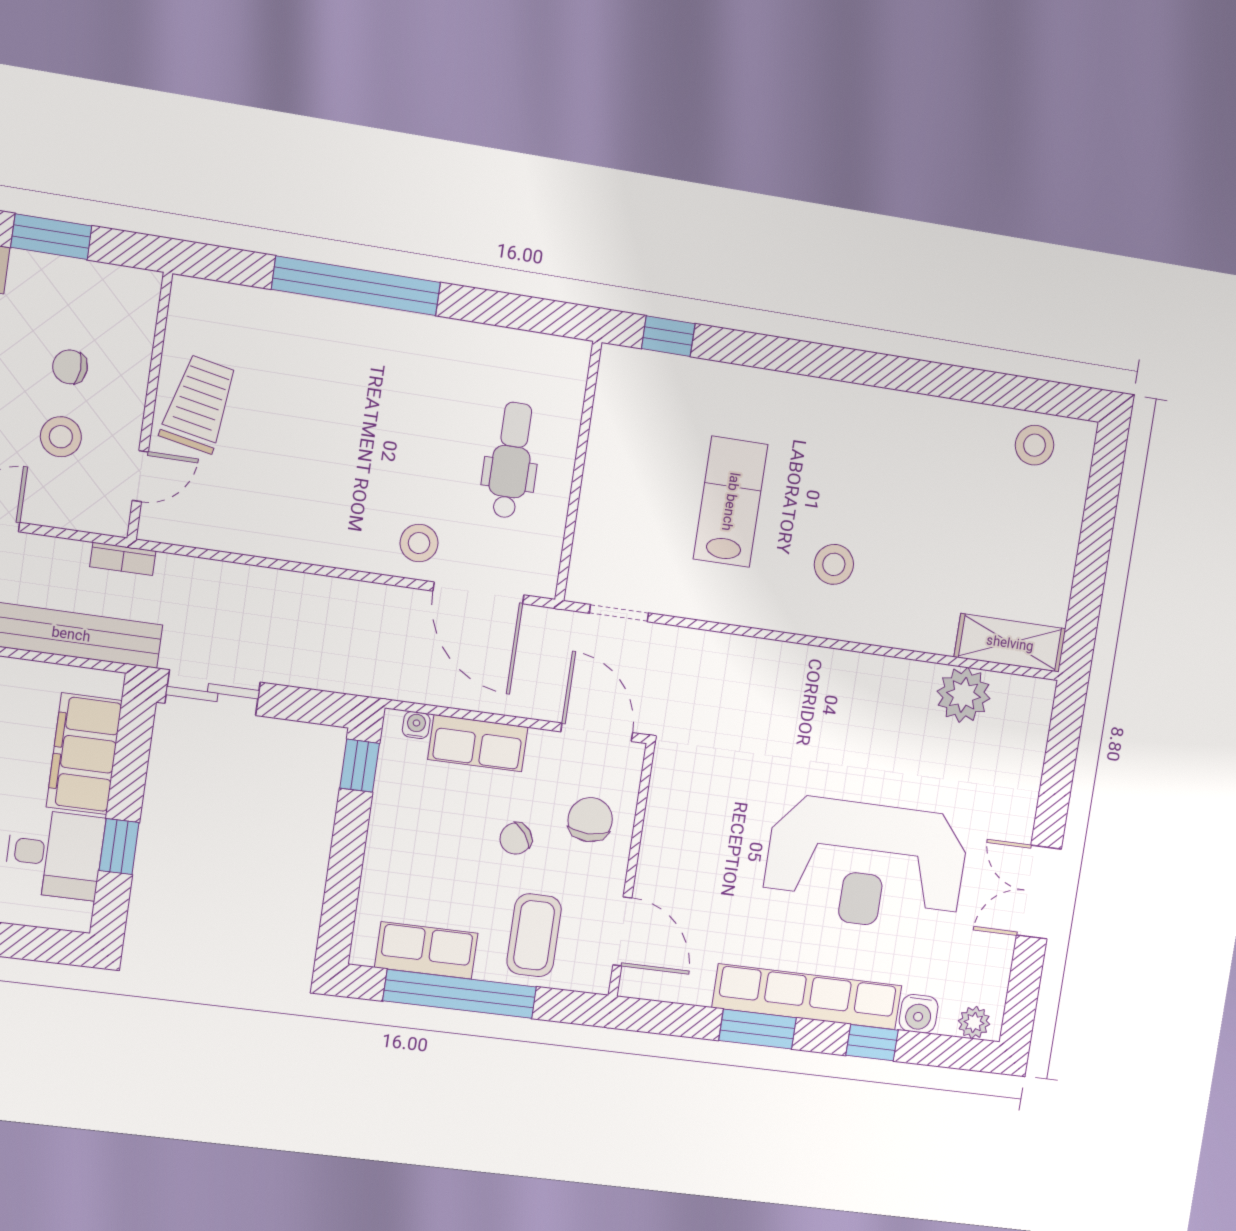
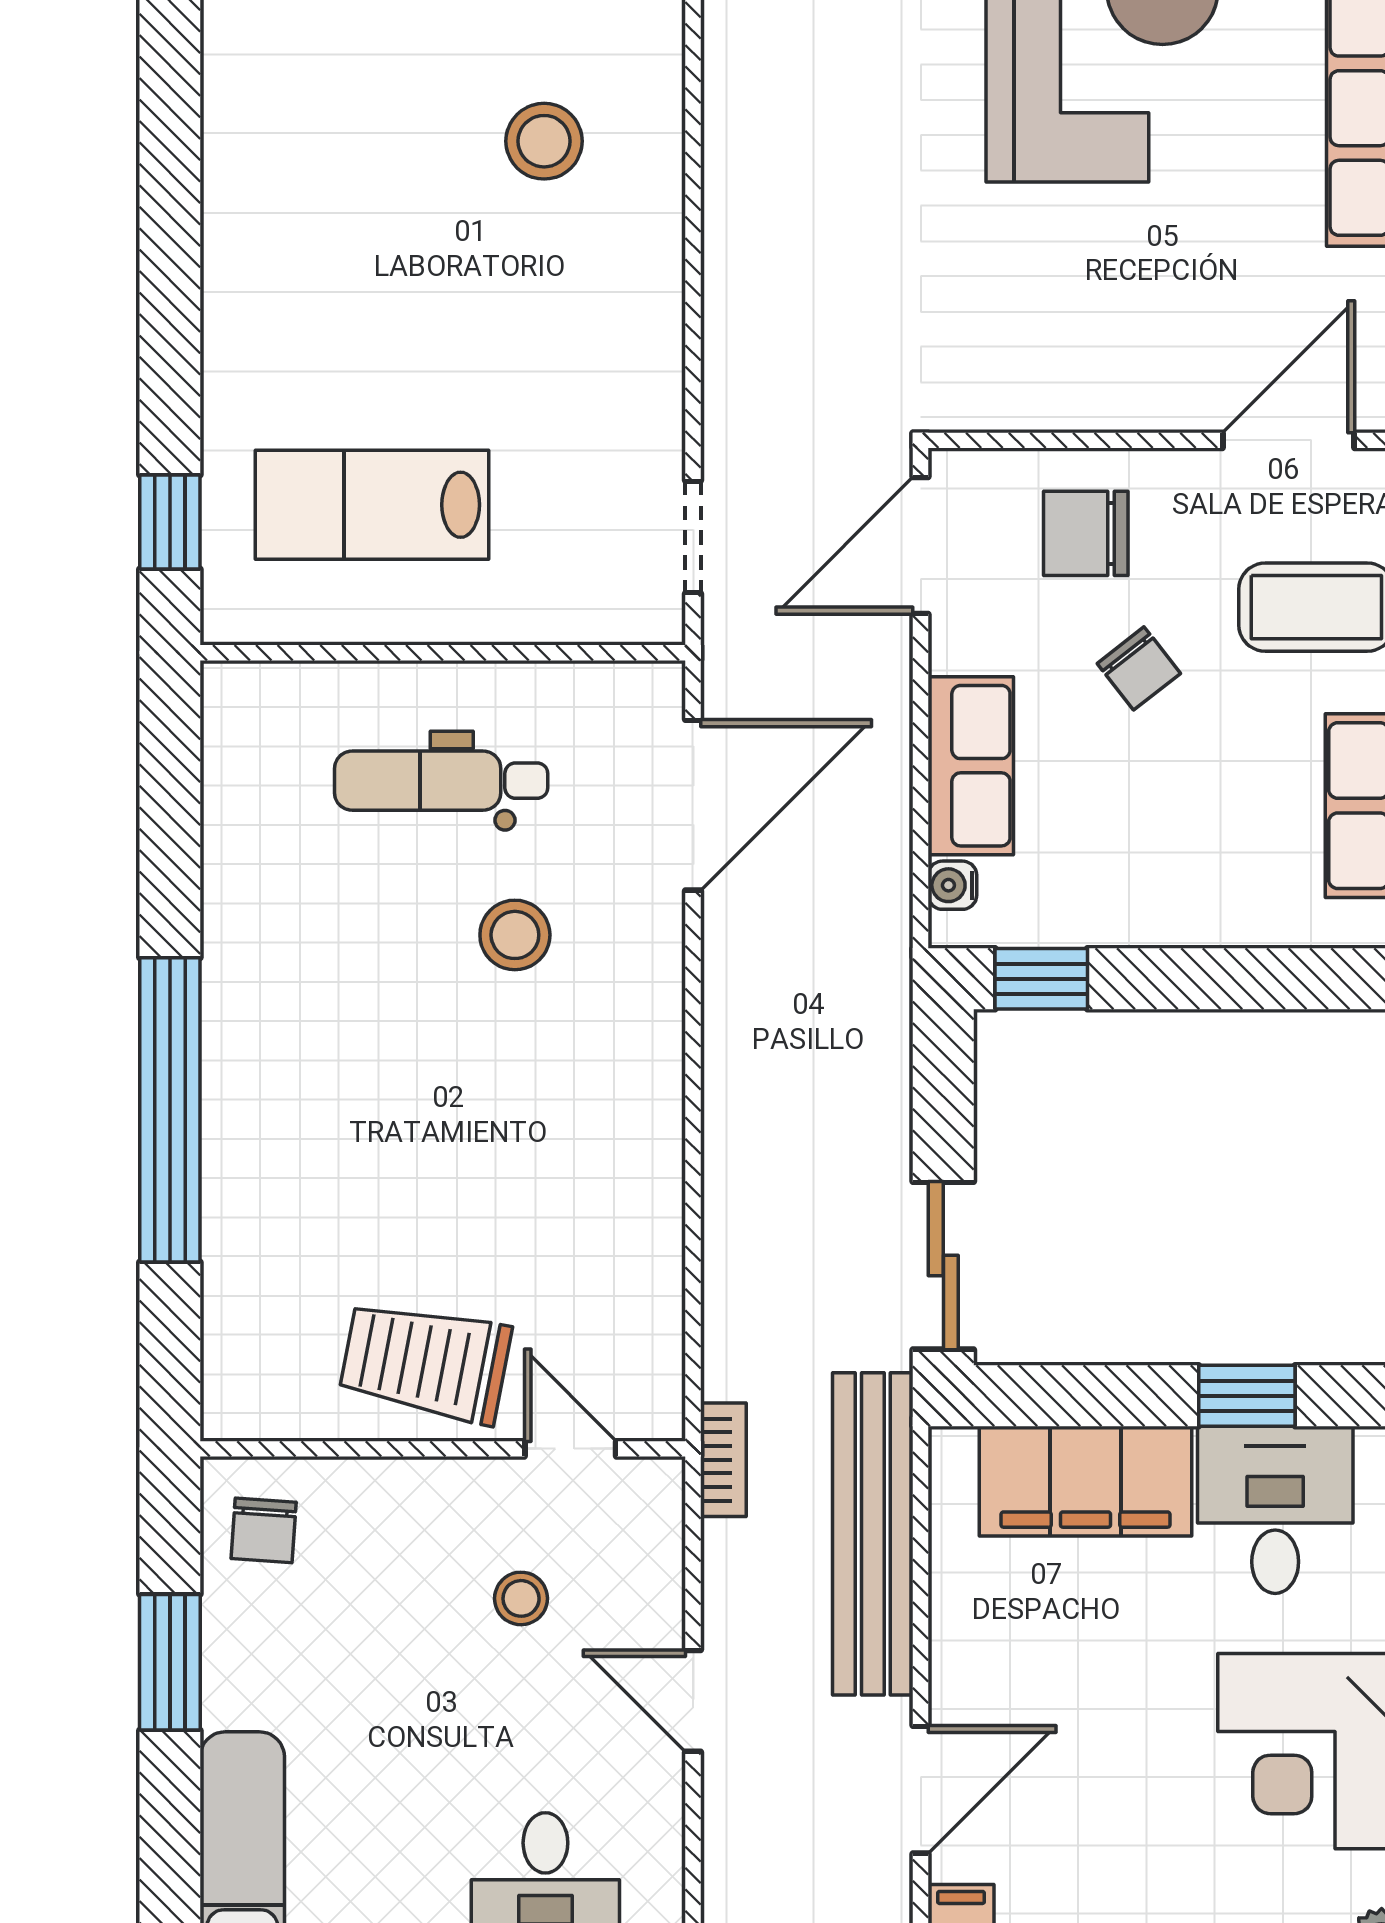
chair: (70, 367) -> (264, 1530), moved
stool: (61, 437) -> (521, 1598), width x0.73, depth x0.73
lab bench: (731, 502) -> (372, 505), moved
stool: (419, 543) -> (515, 935), moved

